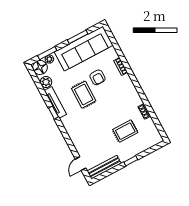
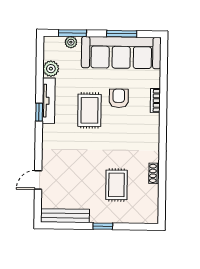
floor lamp: (40, 67) -> (53, 46), removed
armchair: (97, 77) -> (119, 98), turned 180
rug: (125, 131) -> (116, 185), turned 90
door: (81, 164) -> (38, 180), moved

